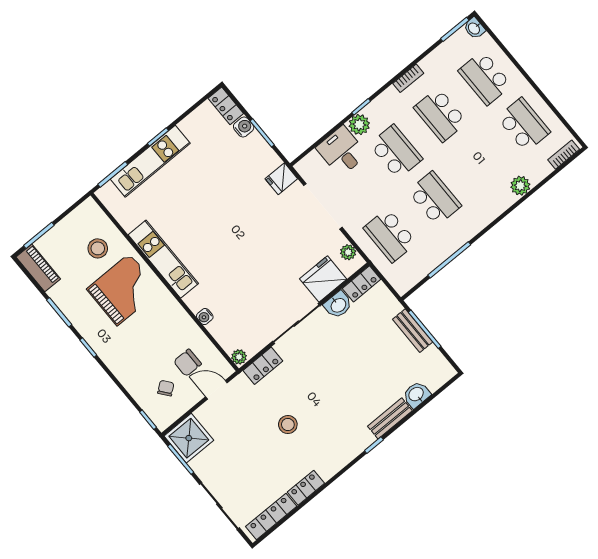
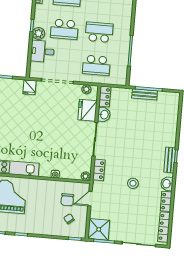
school desk: (396, 152) -> (64, 29), turned 180
washbasin: (416, 394) -> (167, 184), moved
bench: (390, 418) -> (170, 160), moved

